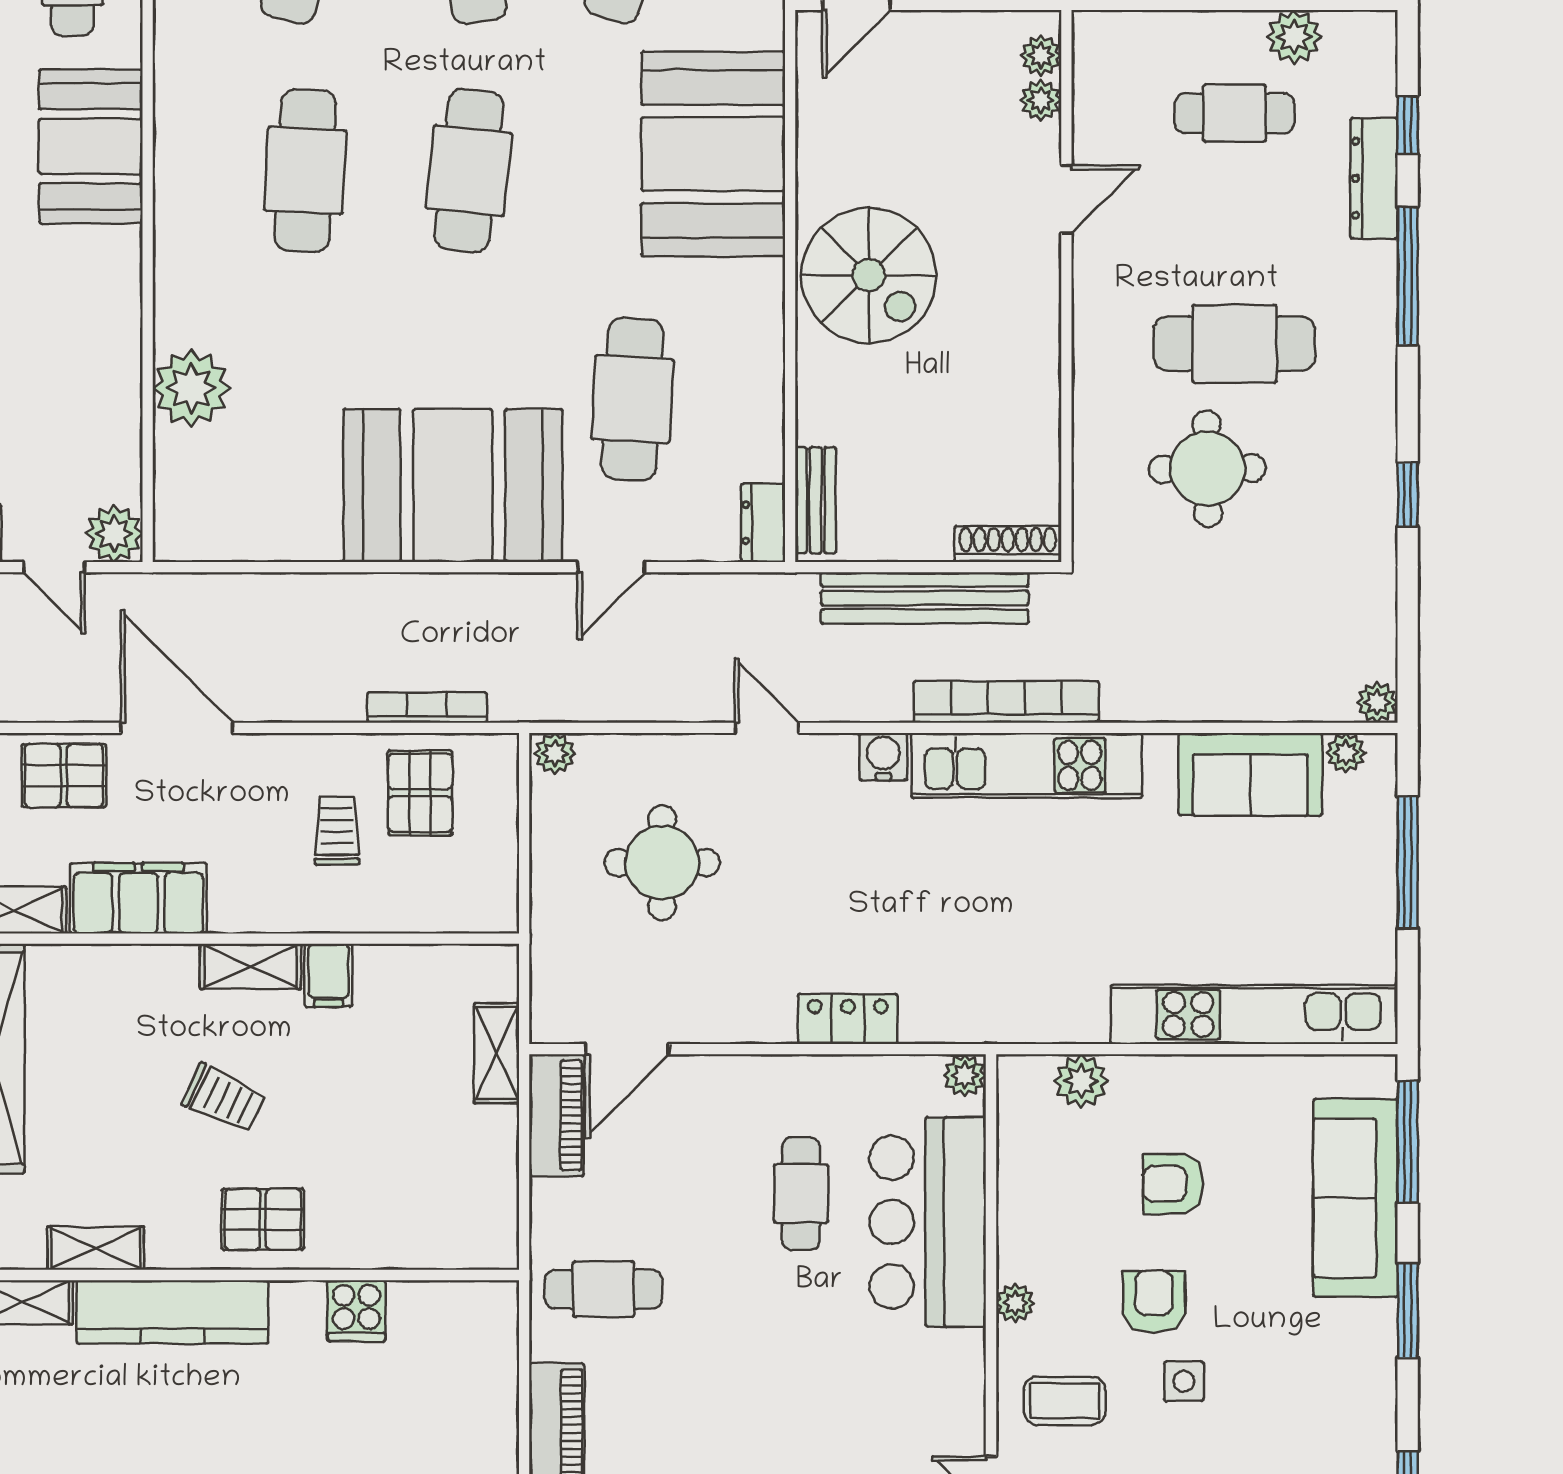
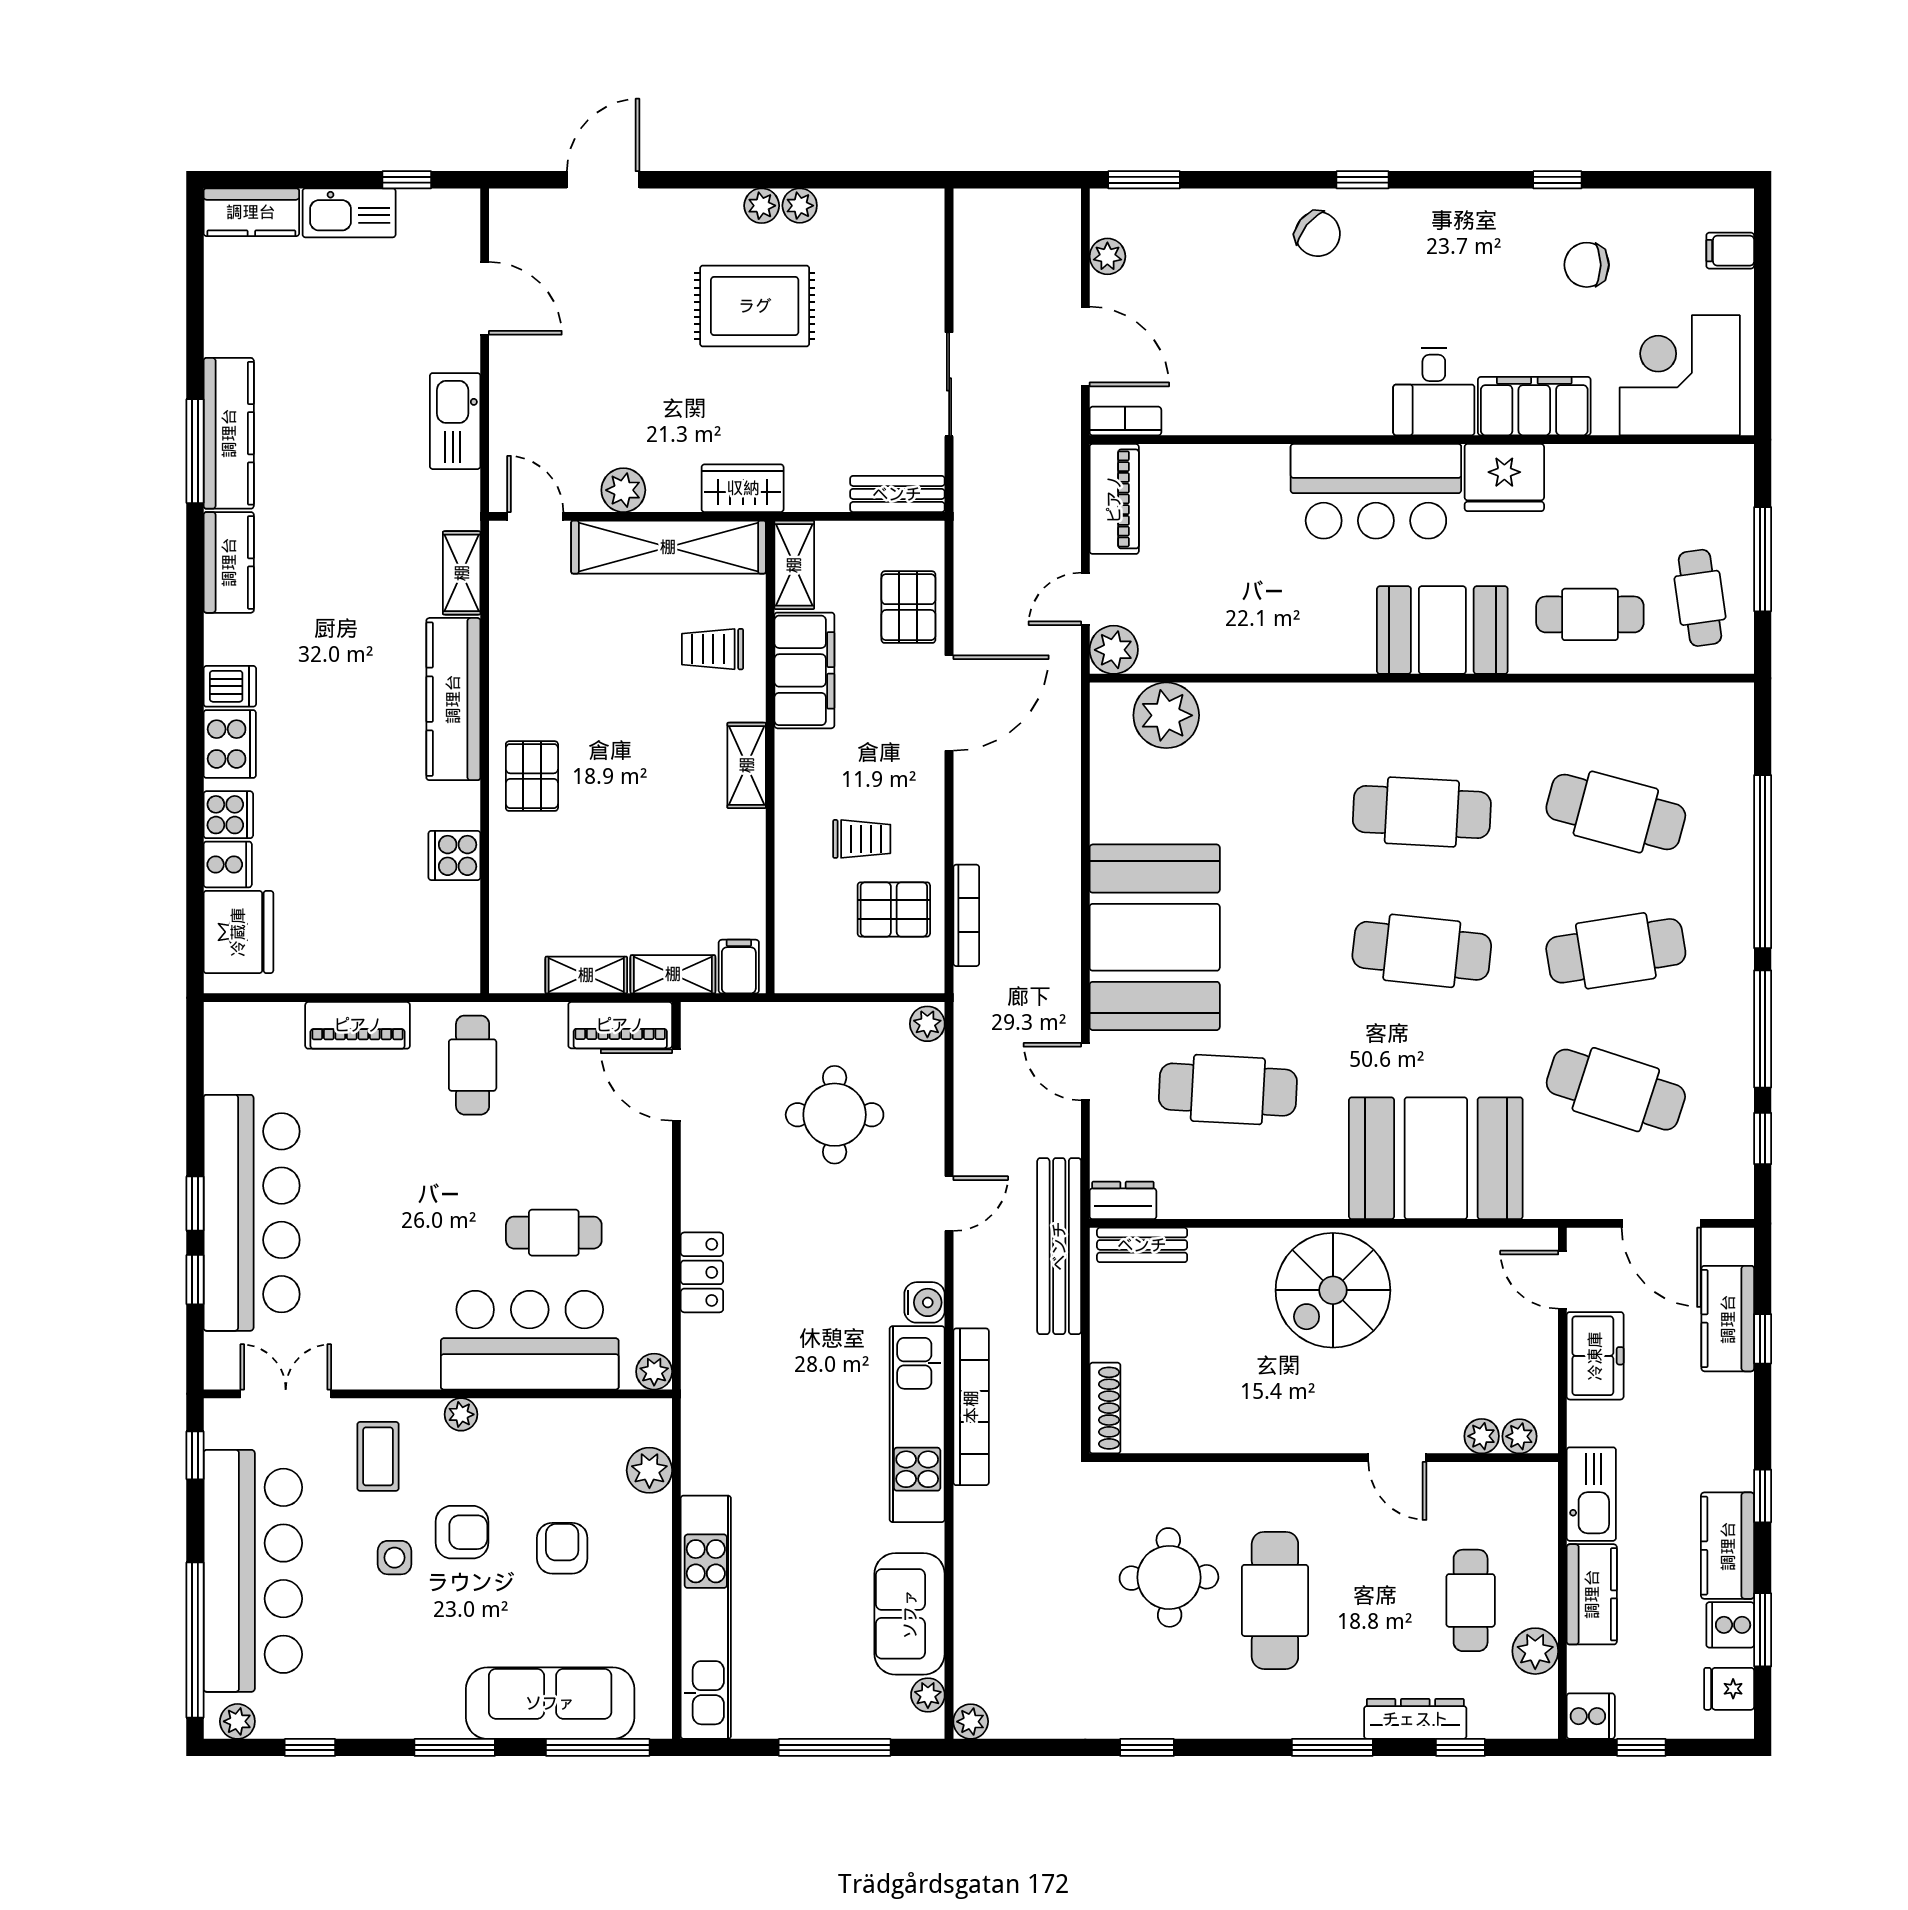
window: (1408, 276) -> (1332, 1747), width x0.69
plant: (191, 388) -> (1166, 715), moved
bench: (925, 598) -> (1059, 1246), moved
filing cabinet: (329, 975) -> (739, 967), moved, turned 90
trolley: (224, 1098) -> (712, 649), moved, turned 65
shelving: (96, 1248) -> (586, 975), moved, turned 90

